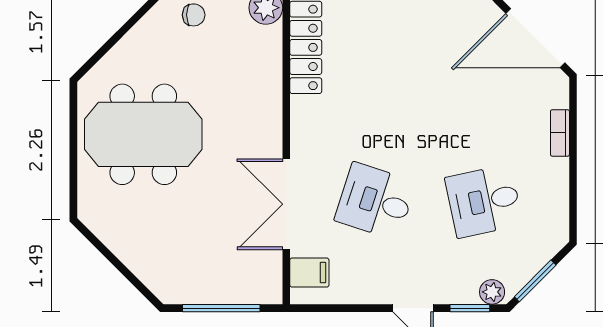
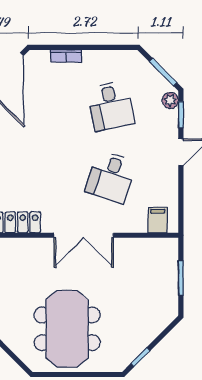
double door: (286, 204) -> (84, 235), moved
window: (100, 246) -> (140, 357), added
window: (221, 308) -> (181, 278), width x0.69

